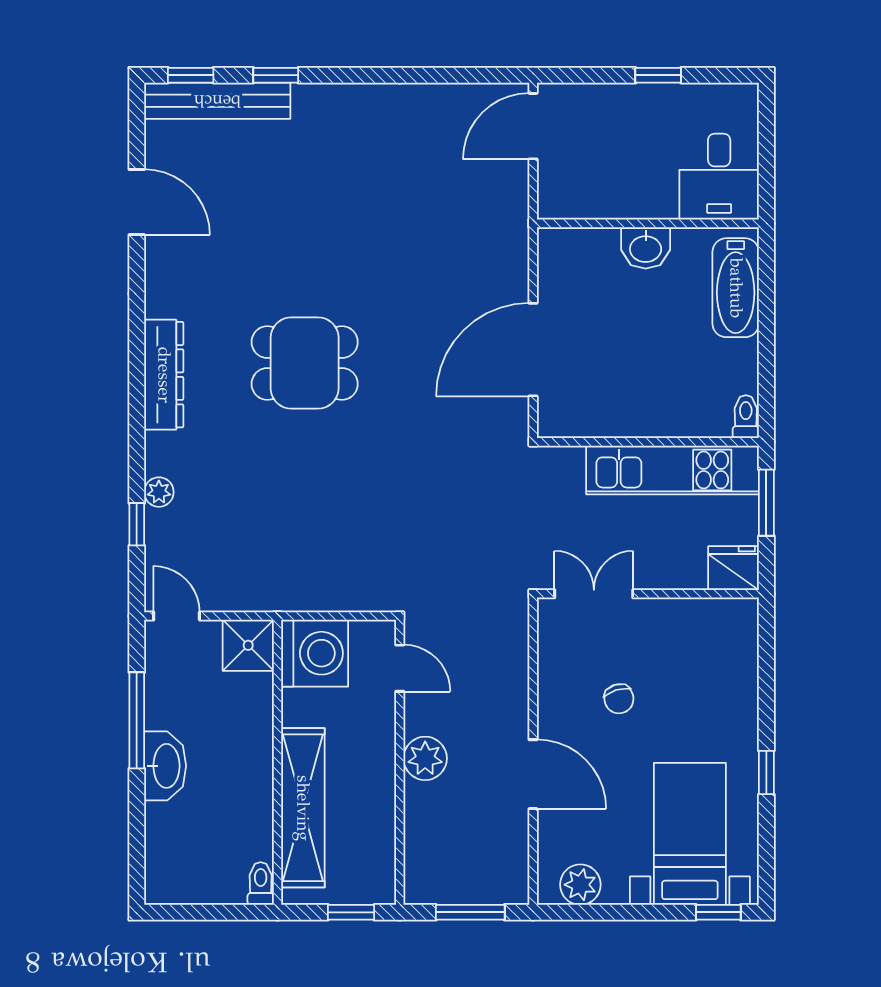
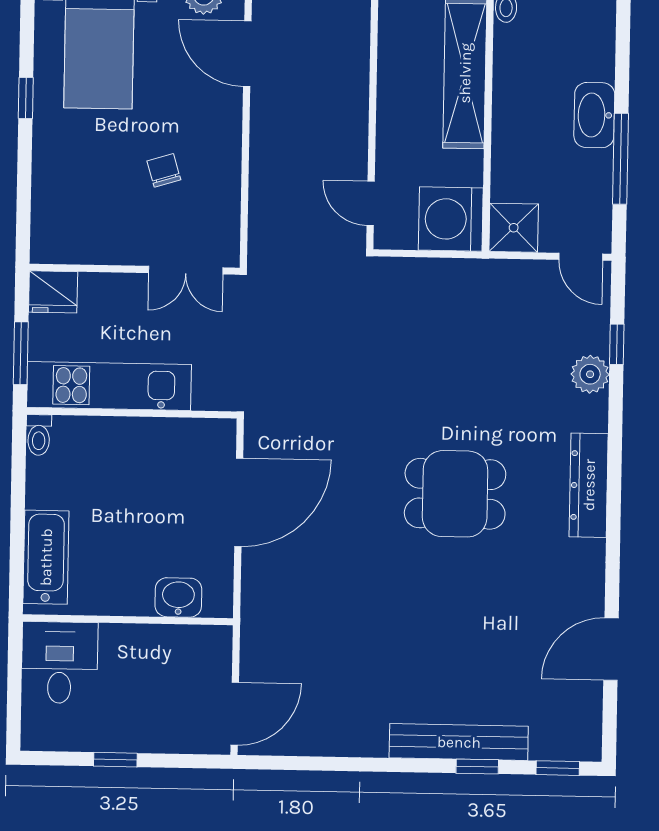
bench: (217, 101) -> (459, 742), moved
door: (137, 202) -> (611, 649), hinge flipped
washbasin: (646, 248) -> (178, 597), moved
plant: (159, 492) -> (590, 374), width x1.38, depth x1.38
plant: (425, 758) -> (348, 118), removed
door: (533, 774) -> (247, 54), moved

